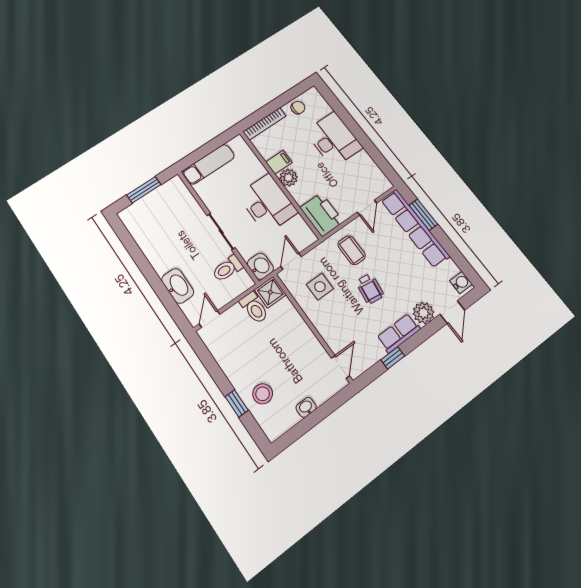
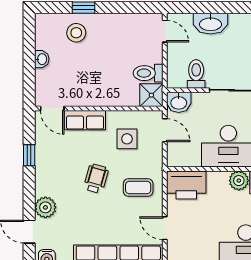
wheelchair: (370, 289) -> (96, 179), turned 98
row of seats: (399, 333) -> (85, 120), moved, turned 90

